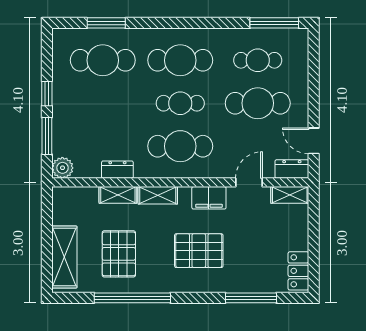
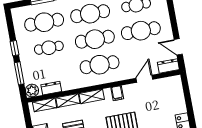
cafe table: (103, 103) -> (49, 48), added
cafe table: (180, 103) -> (95, 39), width x1.37, depth x1.35
dresser: (117, 170) -> (51, 88), moved
shelving: (290, 195) -> (45, 105), moved
filing cabinet: (209, 198) -> (117, 93), width x0.50

